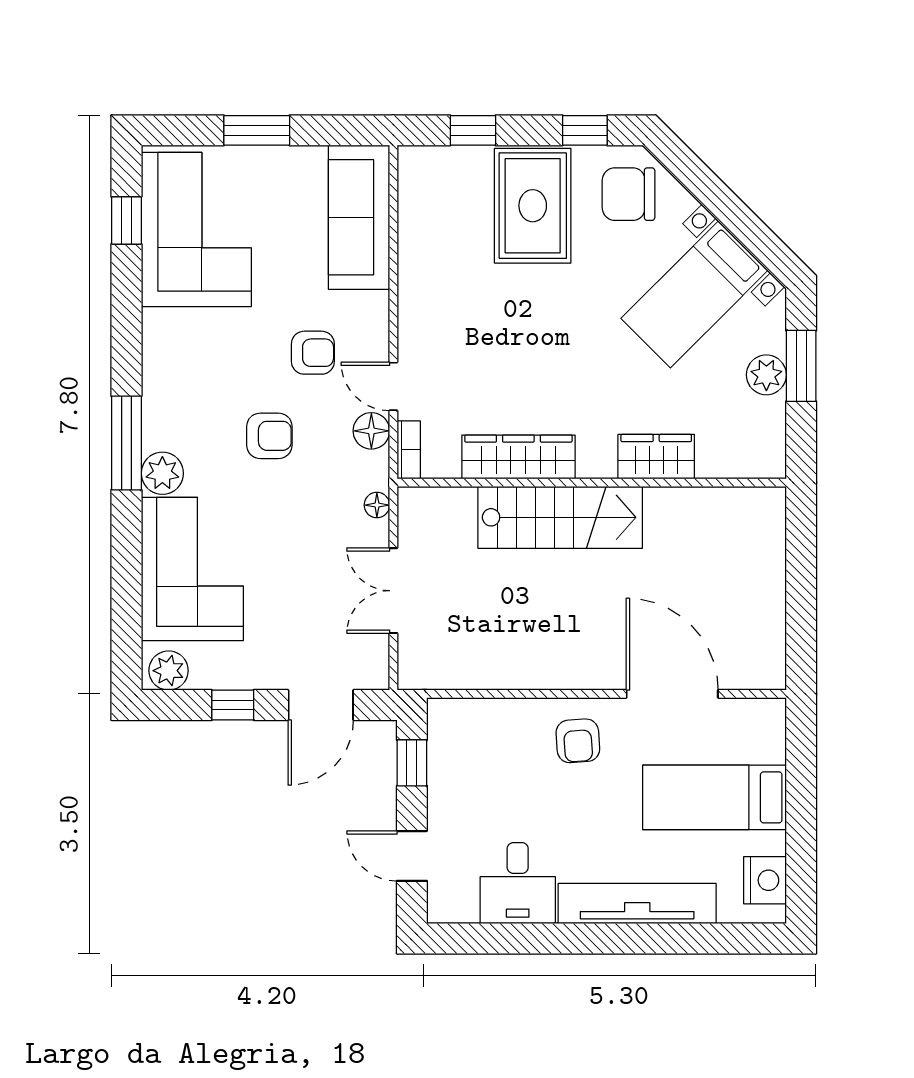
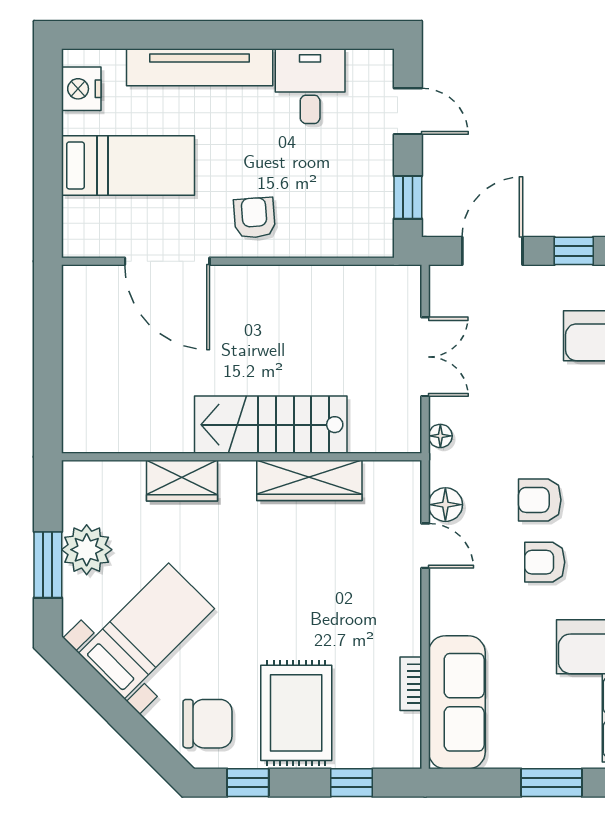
armchair: (313, 353) -> (545, 562), moved
plant: (766, 375) -> (87, 550), width x1.36, depth x1.36
bookcase: (409, 450) -> (411, 684), moved

